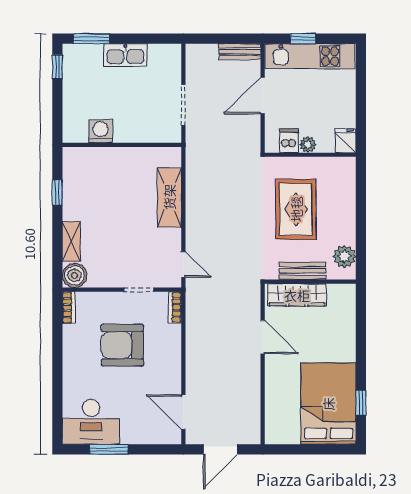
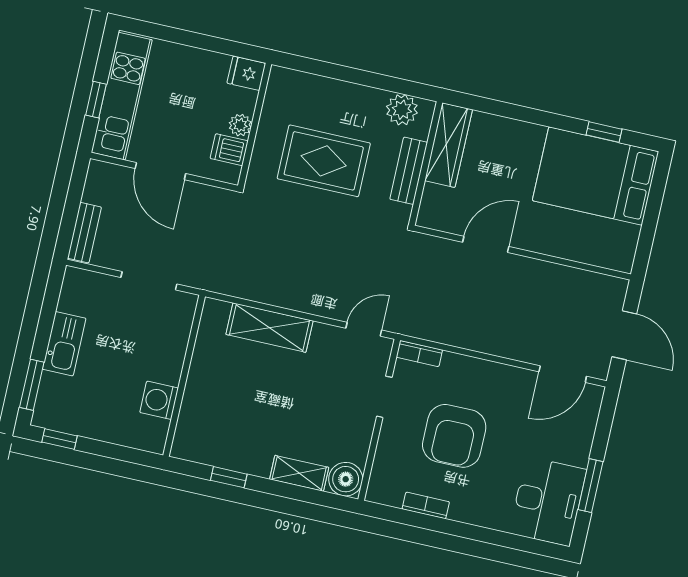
bench: (240, 52) -> (84, 233), moved
wardrobe: (297, 295) -> (449, 145), moved
bookcase: (69, 308) -> (426, 505), moved

